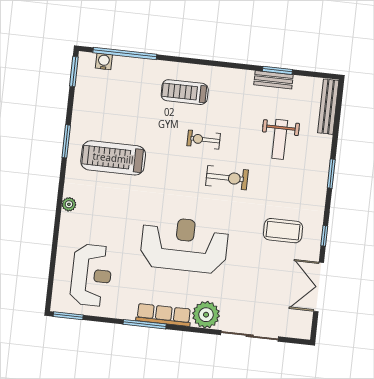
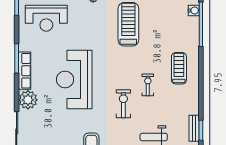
exercise bike: (227, 178) -> (123, 104), turned 180
reception desk: (184, 245) -> (74, 79), turned 180

